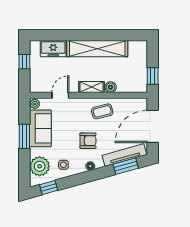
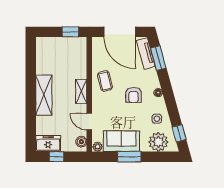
freezer: (53, 49) -> (48, 144), moved, turned -90
shelving: (97, 49) -> (44, 95), width x0.68
boiler: (111, 87) -> (81, 142), moved
armchair: (88, 141) -> (133, 95), turned 180
tv unit: (124, 155) -> (146, 53), width x0.71

